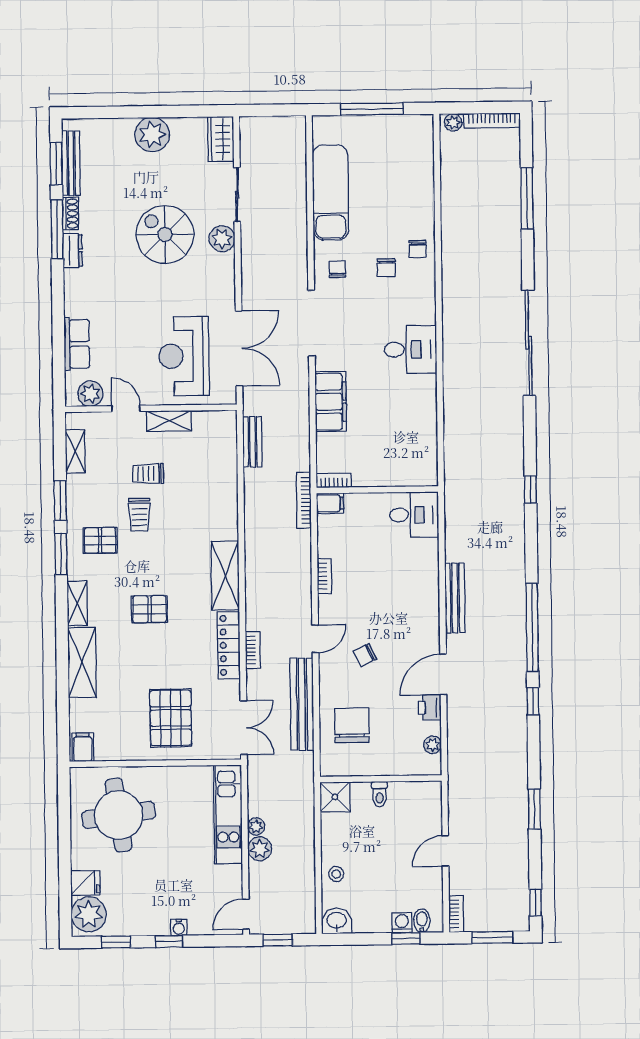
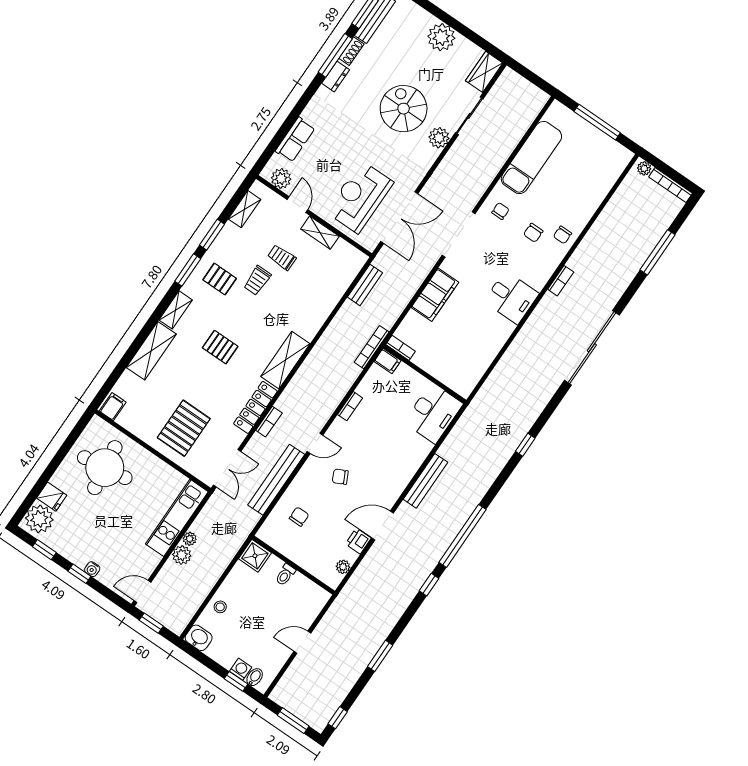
desk: (414, 515) -> (433, 413), width x1.37
chair: (352, 725) -> (299, 517), width x0.54, depth x0.54
bookcase: (456, 914) -> (561, 281), moved

